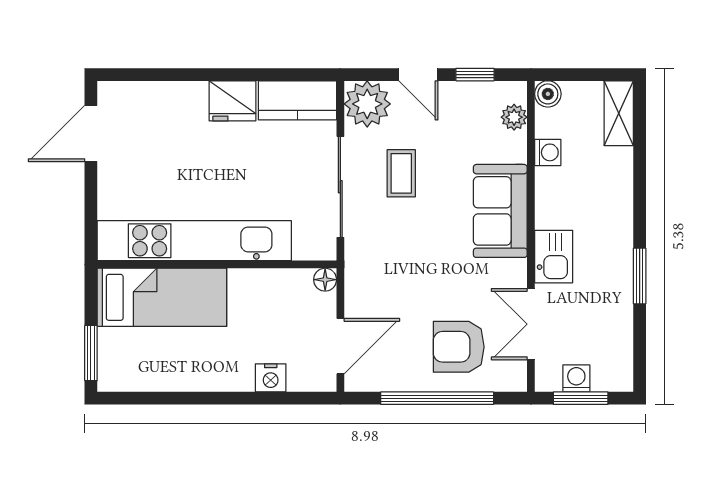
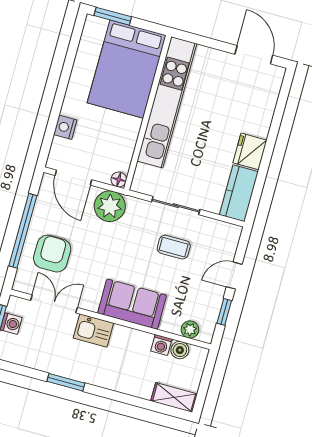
boiler: (548, 94) -> (180, 350), moved
plant: (367, 104) -> (110, 206), moved
sliding door: (340, 187) -> (176, 206), width x0.73
bed: (162, 297) -> (127, 69), width x1.50

